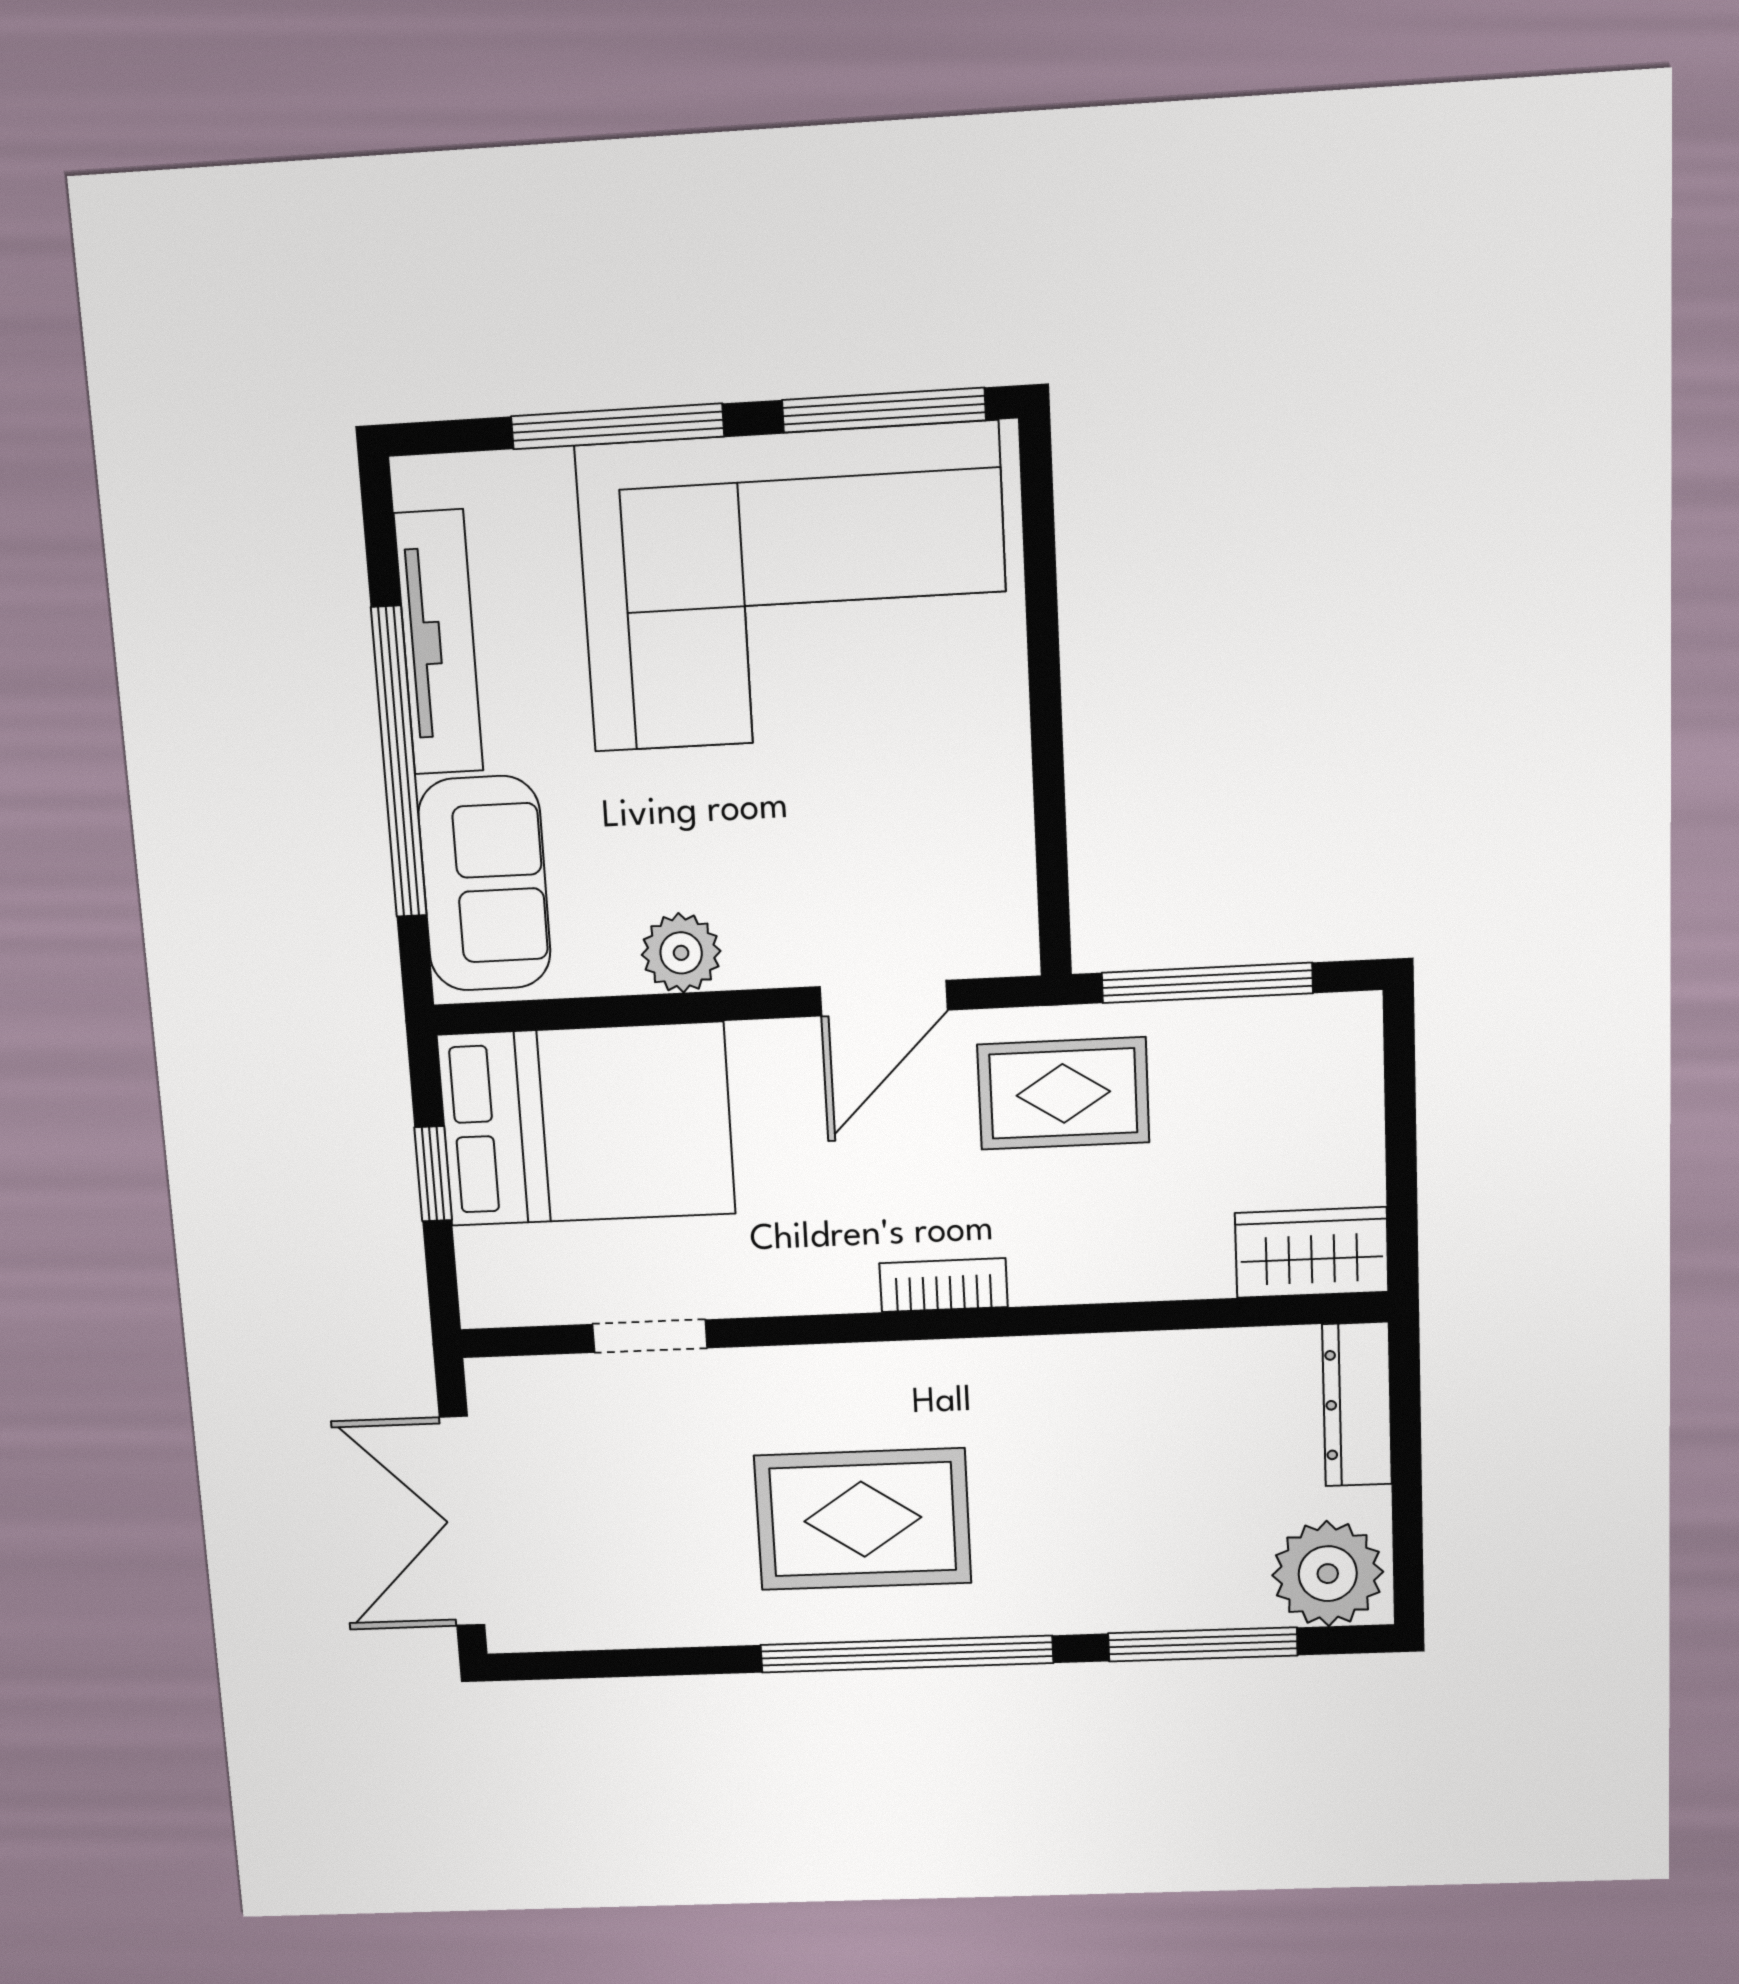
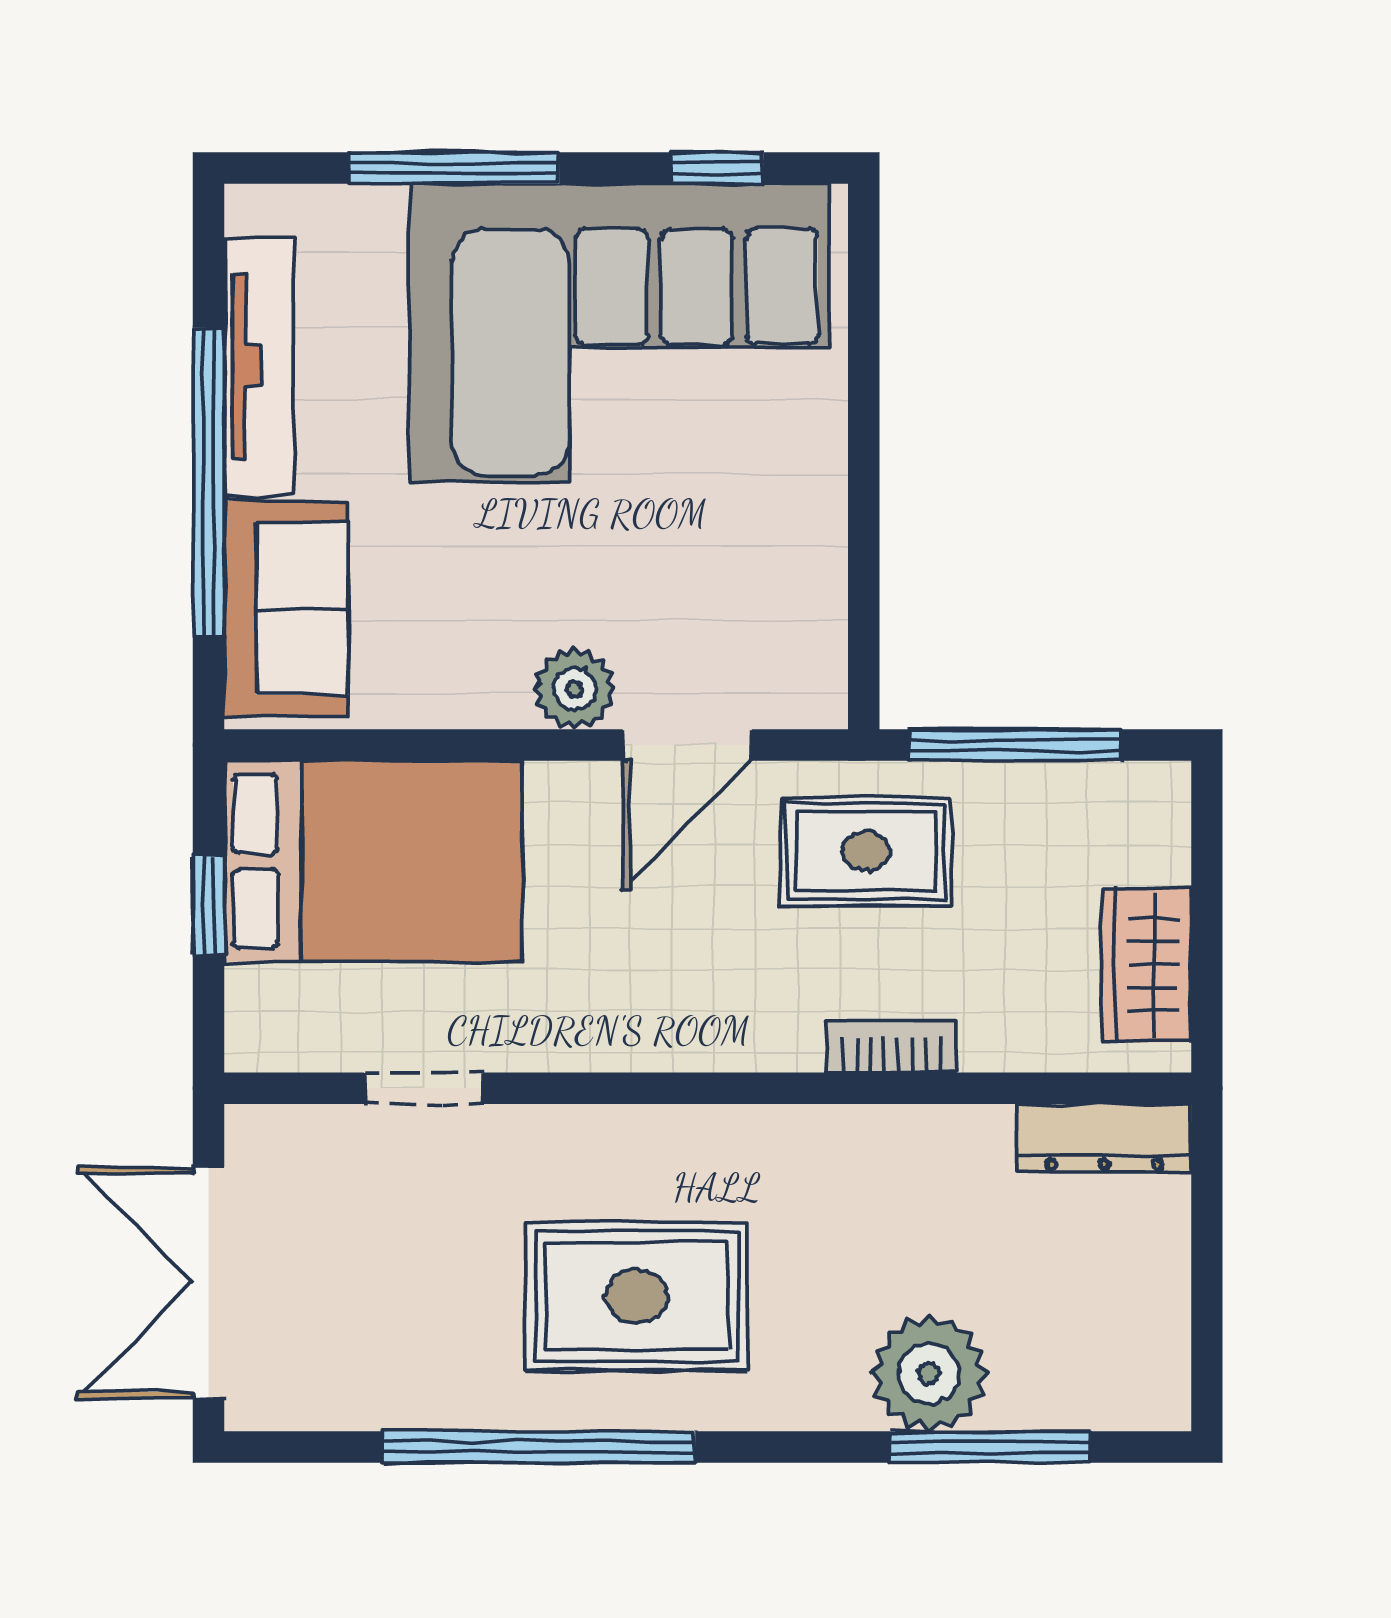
window: (884, 410) -> (717, 168), width x0.46
plant: (681, 953) -> (574, 689), moved
wardrobe: (1312, 1252) -> (1146, 965), moved, turned -90
bookcase: (944, 1285) -> (891, 1046), moved
dresser: (1357, 1404) -> (1104, 1138), moved, turned -90
plant: (1328, 1574) -> (929, 1373), moved
window: (907, 1654) -> (539, 1447), moved

